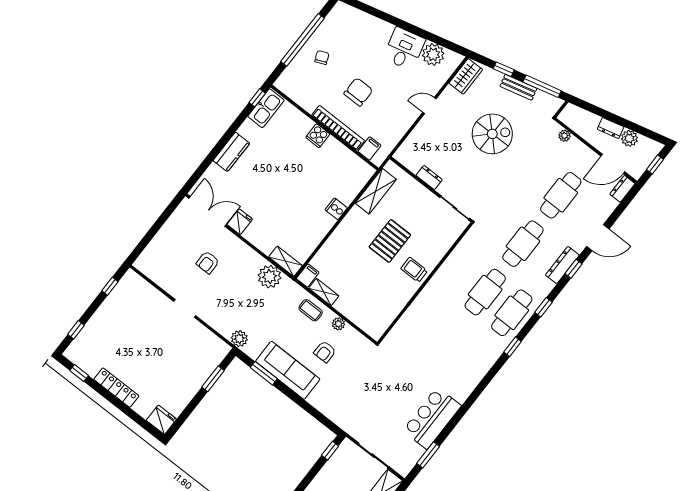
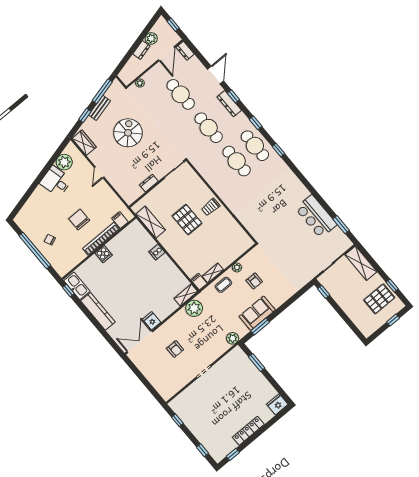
kitchen counter: (231, 152) -> (98, 311), width x1.50
sofa: (288, 370) -> (257, 313), width x0.73

